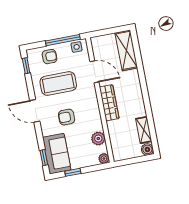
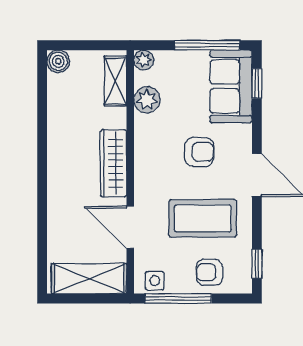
shelving: (126, 50) -> (89, 279), moved, turned 90
shelving: (144, 130) -> (115, 81), moved
window: (73, 172) -> (207, 45), width x2.17

